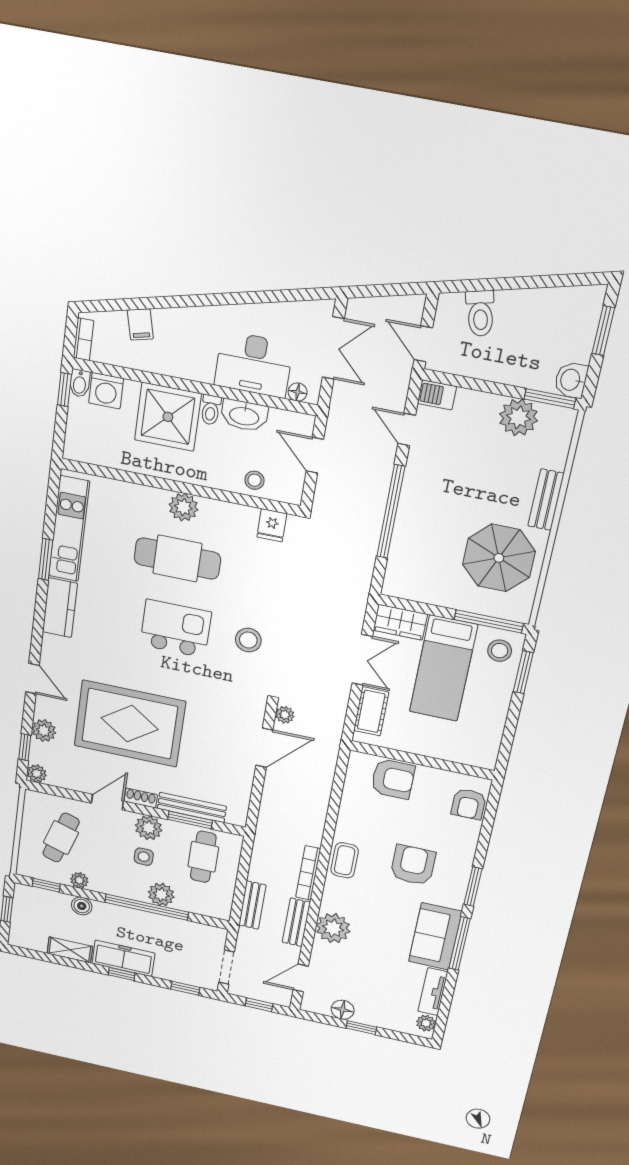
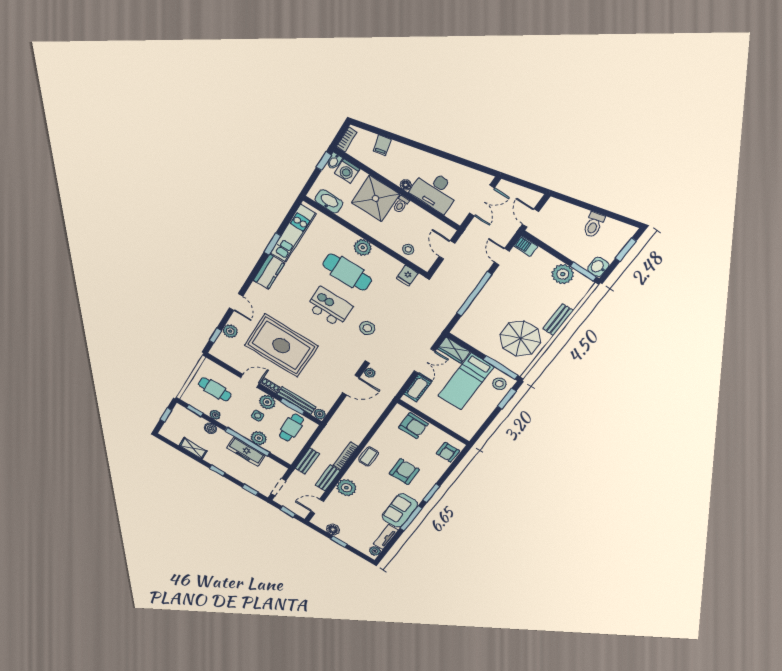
toilet: (480, 313) -> (594, 225), moved
floor lamp: (298, 392) -> (406, 185), moved
washbasin: (244, 415) -> (329, 201), moved, turned 180
plant: (37, 774) -> (320, 414), moved
cafe table: (61, 838) -> (215, 389), turned 73
freezer: (123, 958) -> (246, 452), moved, turned 180

